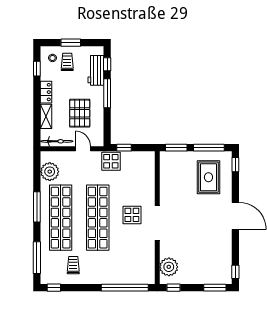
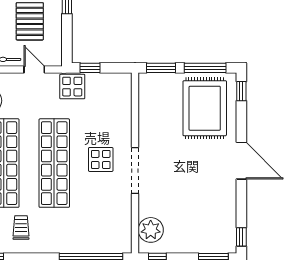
rug: (208, 177) -> (205, 108), width x1.37, depth x1.44

